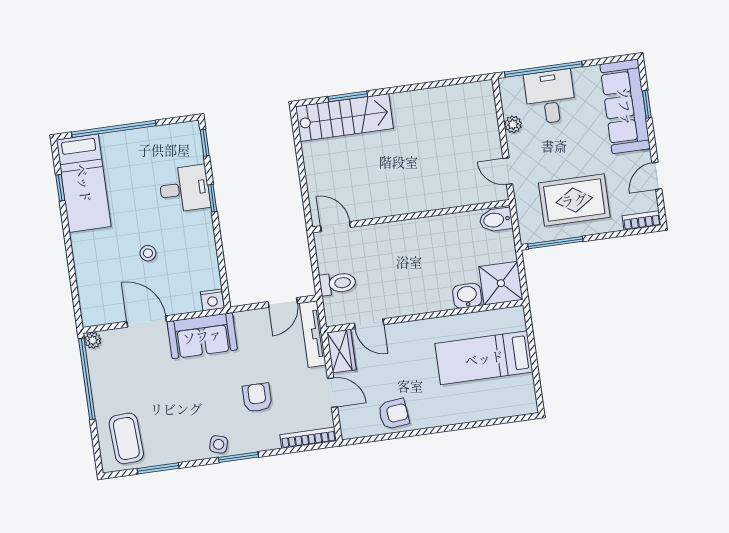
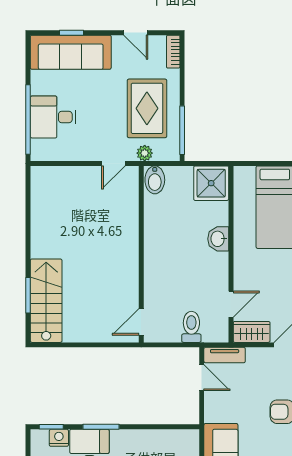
plant: (513, 124) -> (145, 153), moved
window: (212, 198) -> (101, 427), width x1.50
washbasin: (467, 296) -> (218, 239), moved
nightstand: (212, 300) -> (59, 438), moved, turned -90
tv unit: (313, 334) -> (225, 355), width x0.71

